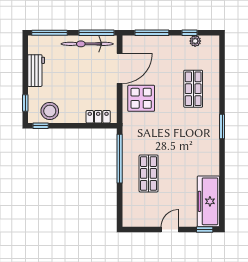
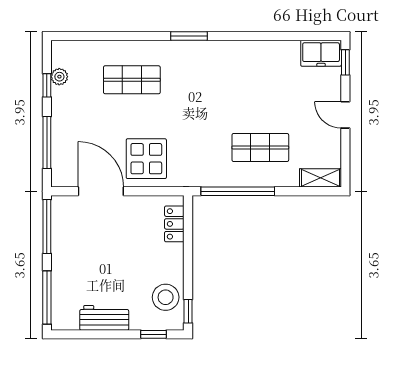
bicycle: (87, 44) -> (64, 241), removed
freezer: (208, 201) -> (321, 53), width x0.52, depth x0.79
shelving: (128, 213) -> (320, 178), added

